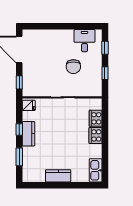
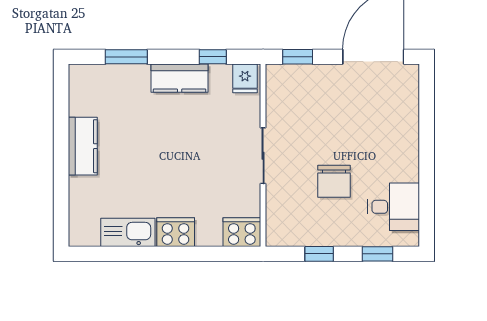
chair: (73, 67) -> (334, 181), turned -90
cooker: (96, 118) -> (242, 232), moved
window: (19, 129) -> (213, 57), moved
kitchen sink: (96, 170) -> (128, 232), moved

